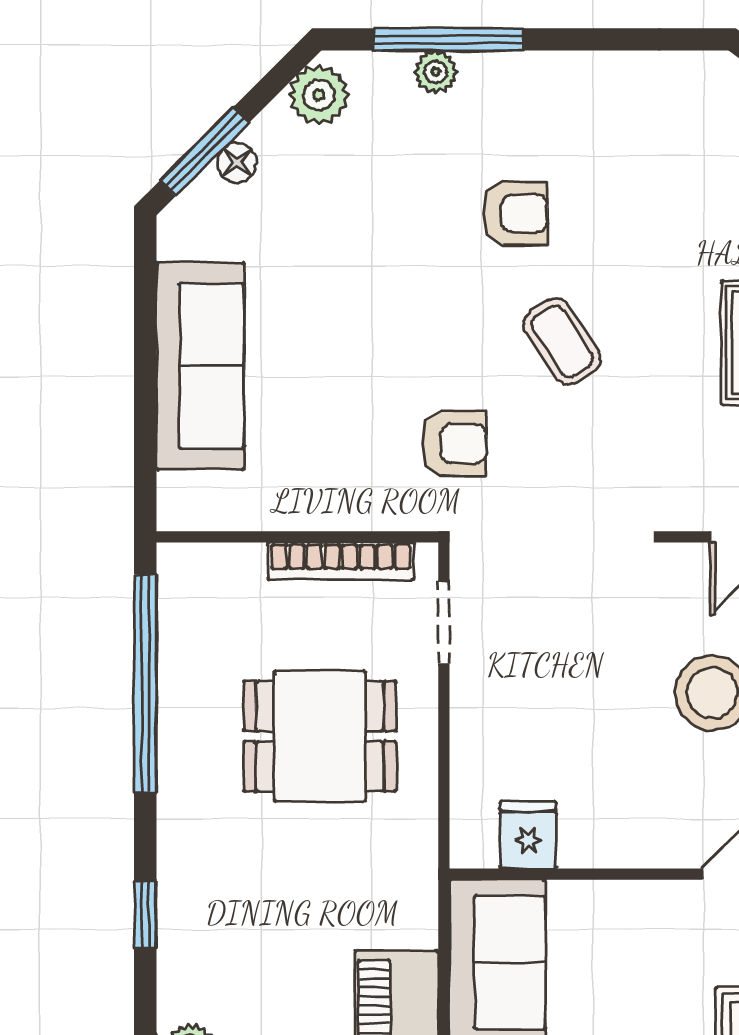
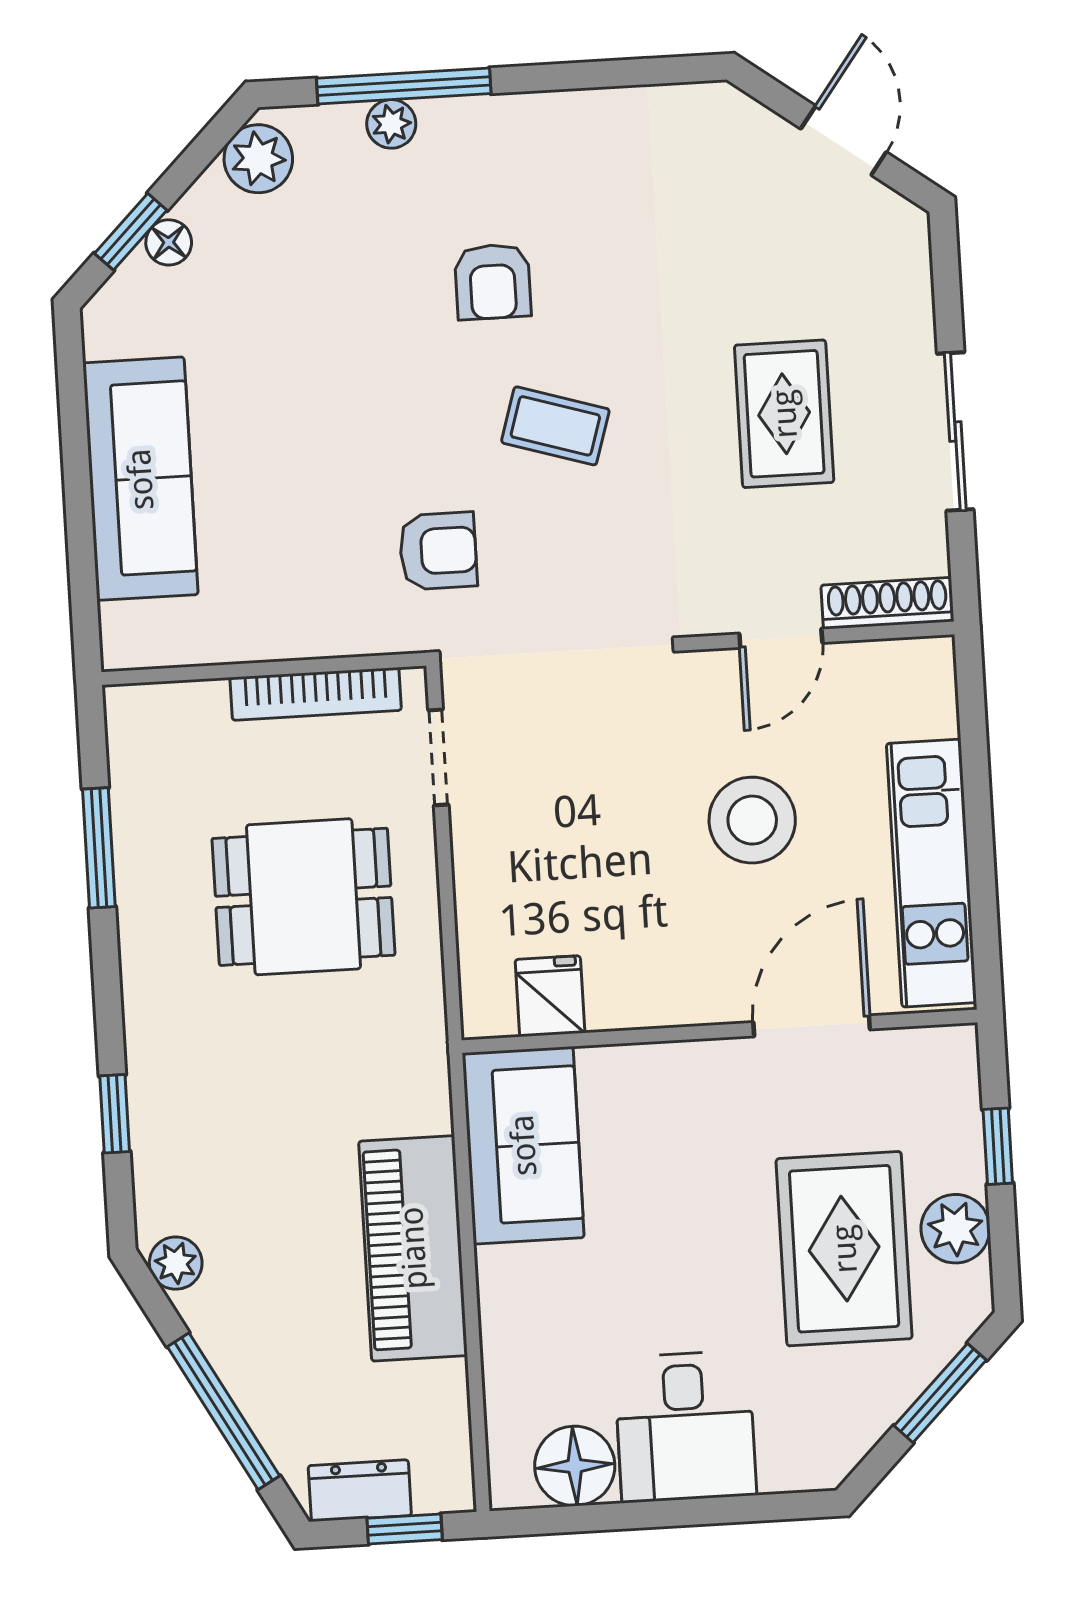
window: (204, 152) -> (131, 232), width x0.67
armchair: (515, 213) -> (493, 282), turned 90
coffee table: (562, 342) -> (555, 426), turned -40
window: (145, 683) -> (99, 848), width x0.47

